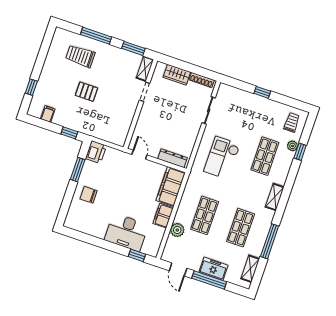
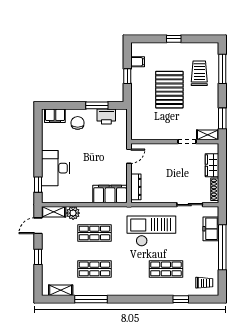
window: (96, 36) -> (222, 69), moved
window: (31, 87) -> (174, 39), moved
pallet: (87, 92) -> (169, 90), width x2.05, depth x2.00
window: (262, 92) -> (222, 247), width x3.17
window: (69, 133) -> (127, 76), moved
plant: (293, 146) -> (183, 291), removed
printer: (96, 152) -> (106, 116), moved
checkout: (222, 158) -> (151, 231), width x1.36, depth x1.21
shelving: (275, 197) -> (54, 212), moved
filing cabinet: (163, 216) -> (55, 116), moved, turned 180
freezer: (213, 269) -> (211, 229), moved, turned 180
window: (209, 280) -> (38, 257), width x0.46

